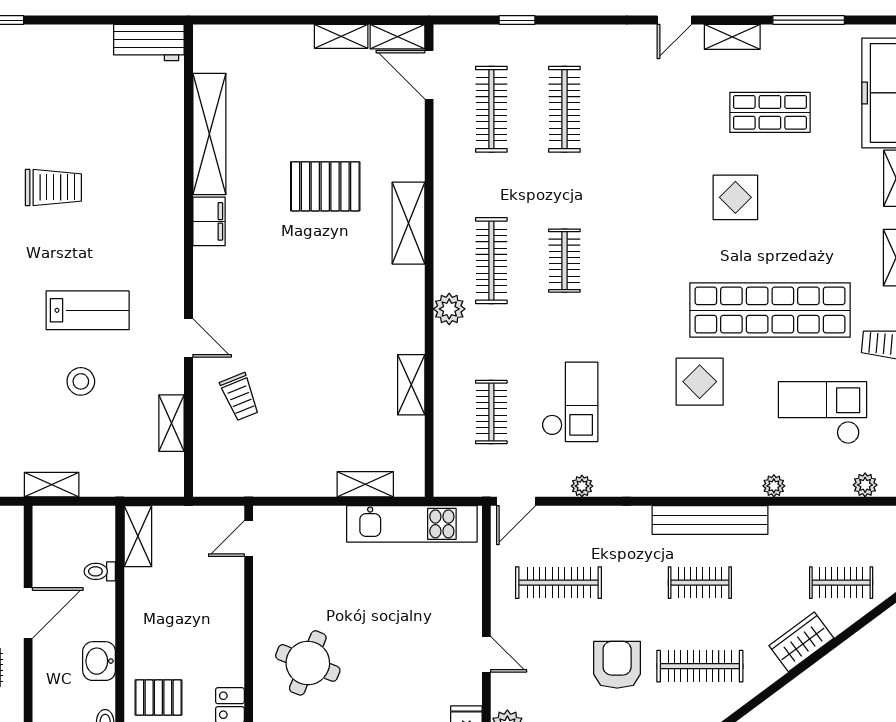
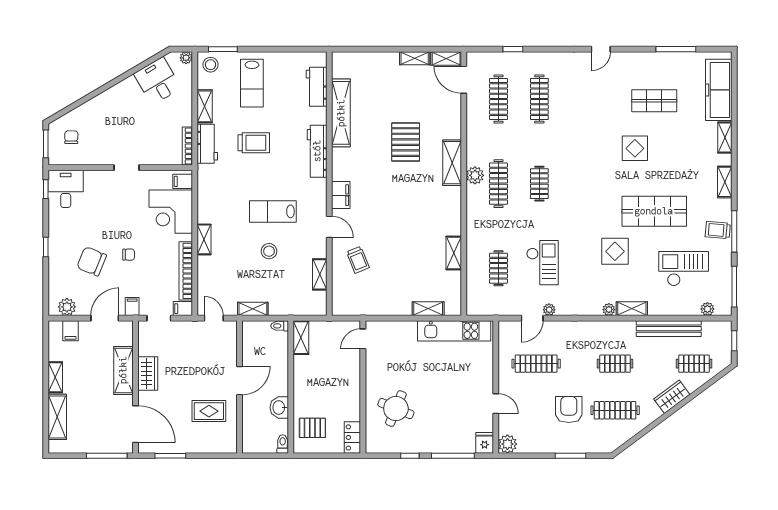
shelving: (732, 37) -> (632, 309), moved
workbench: (149, 42) -> (317, 87), moved, turned 90
lab bench: (50, 81) -> (252, 83), added
pallet: (325, 186) -> (406, 142), turned 90
workbench: (167, 203) -> (317, 151), added
filing cabinet: (209, 221) -> (341, 195), moved
plant: (449, 309) -> (475, 175), moved
lab bench: (88, 310) -> (273, 211), turned 180
shop shelf: (770, 310) -> (654, 211), width x0.71
plant: (774, 486) -> (609, 310), moved
door: (516, 501) -> (532, 318), moved
bench: (710, 520) -> (669, 329), moved
toilet: (100, 571) -> (280, 326), moved

